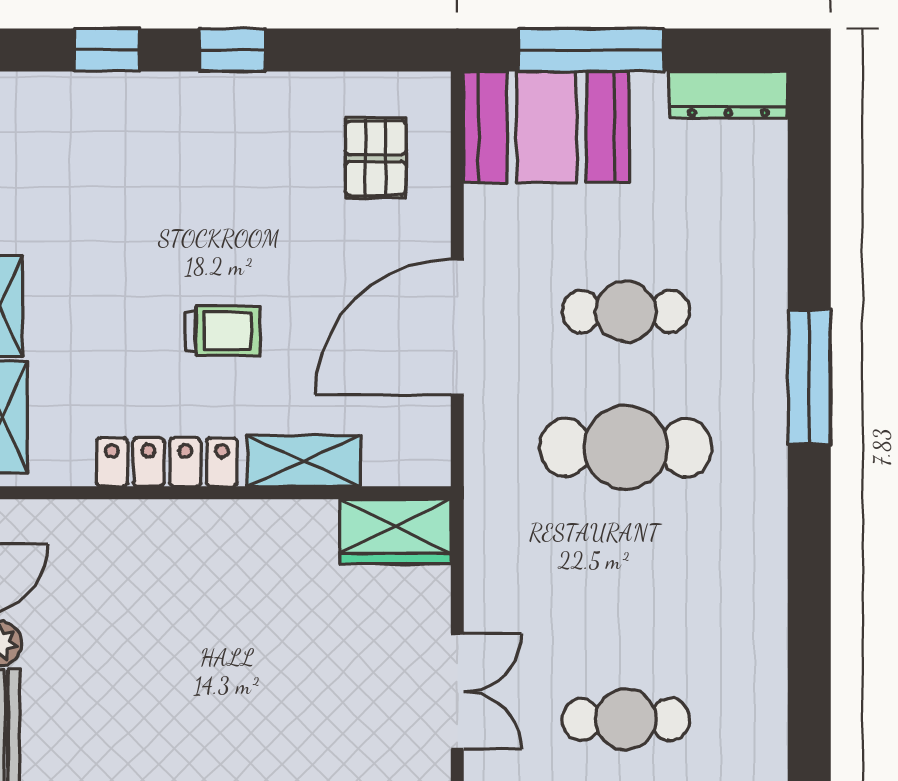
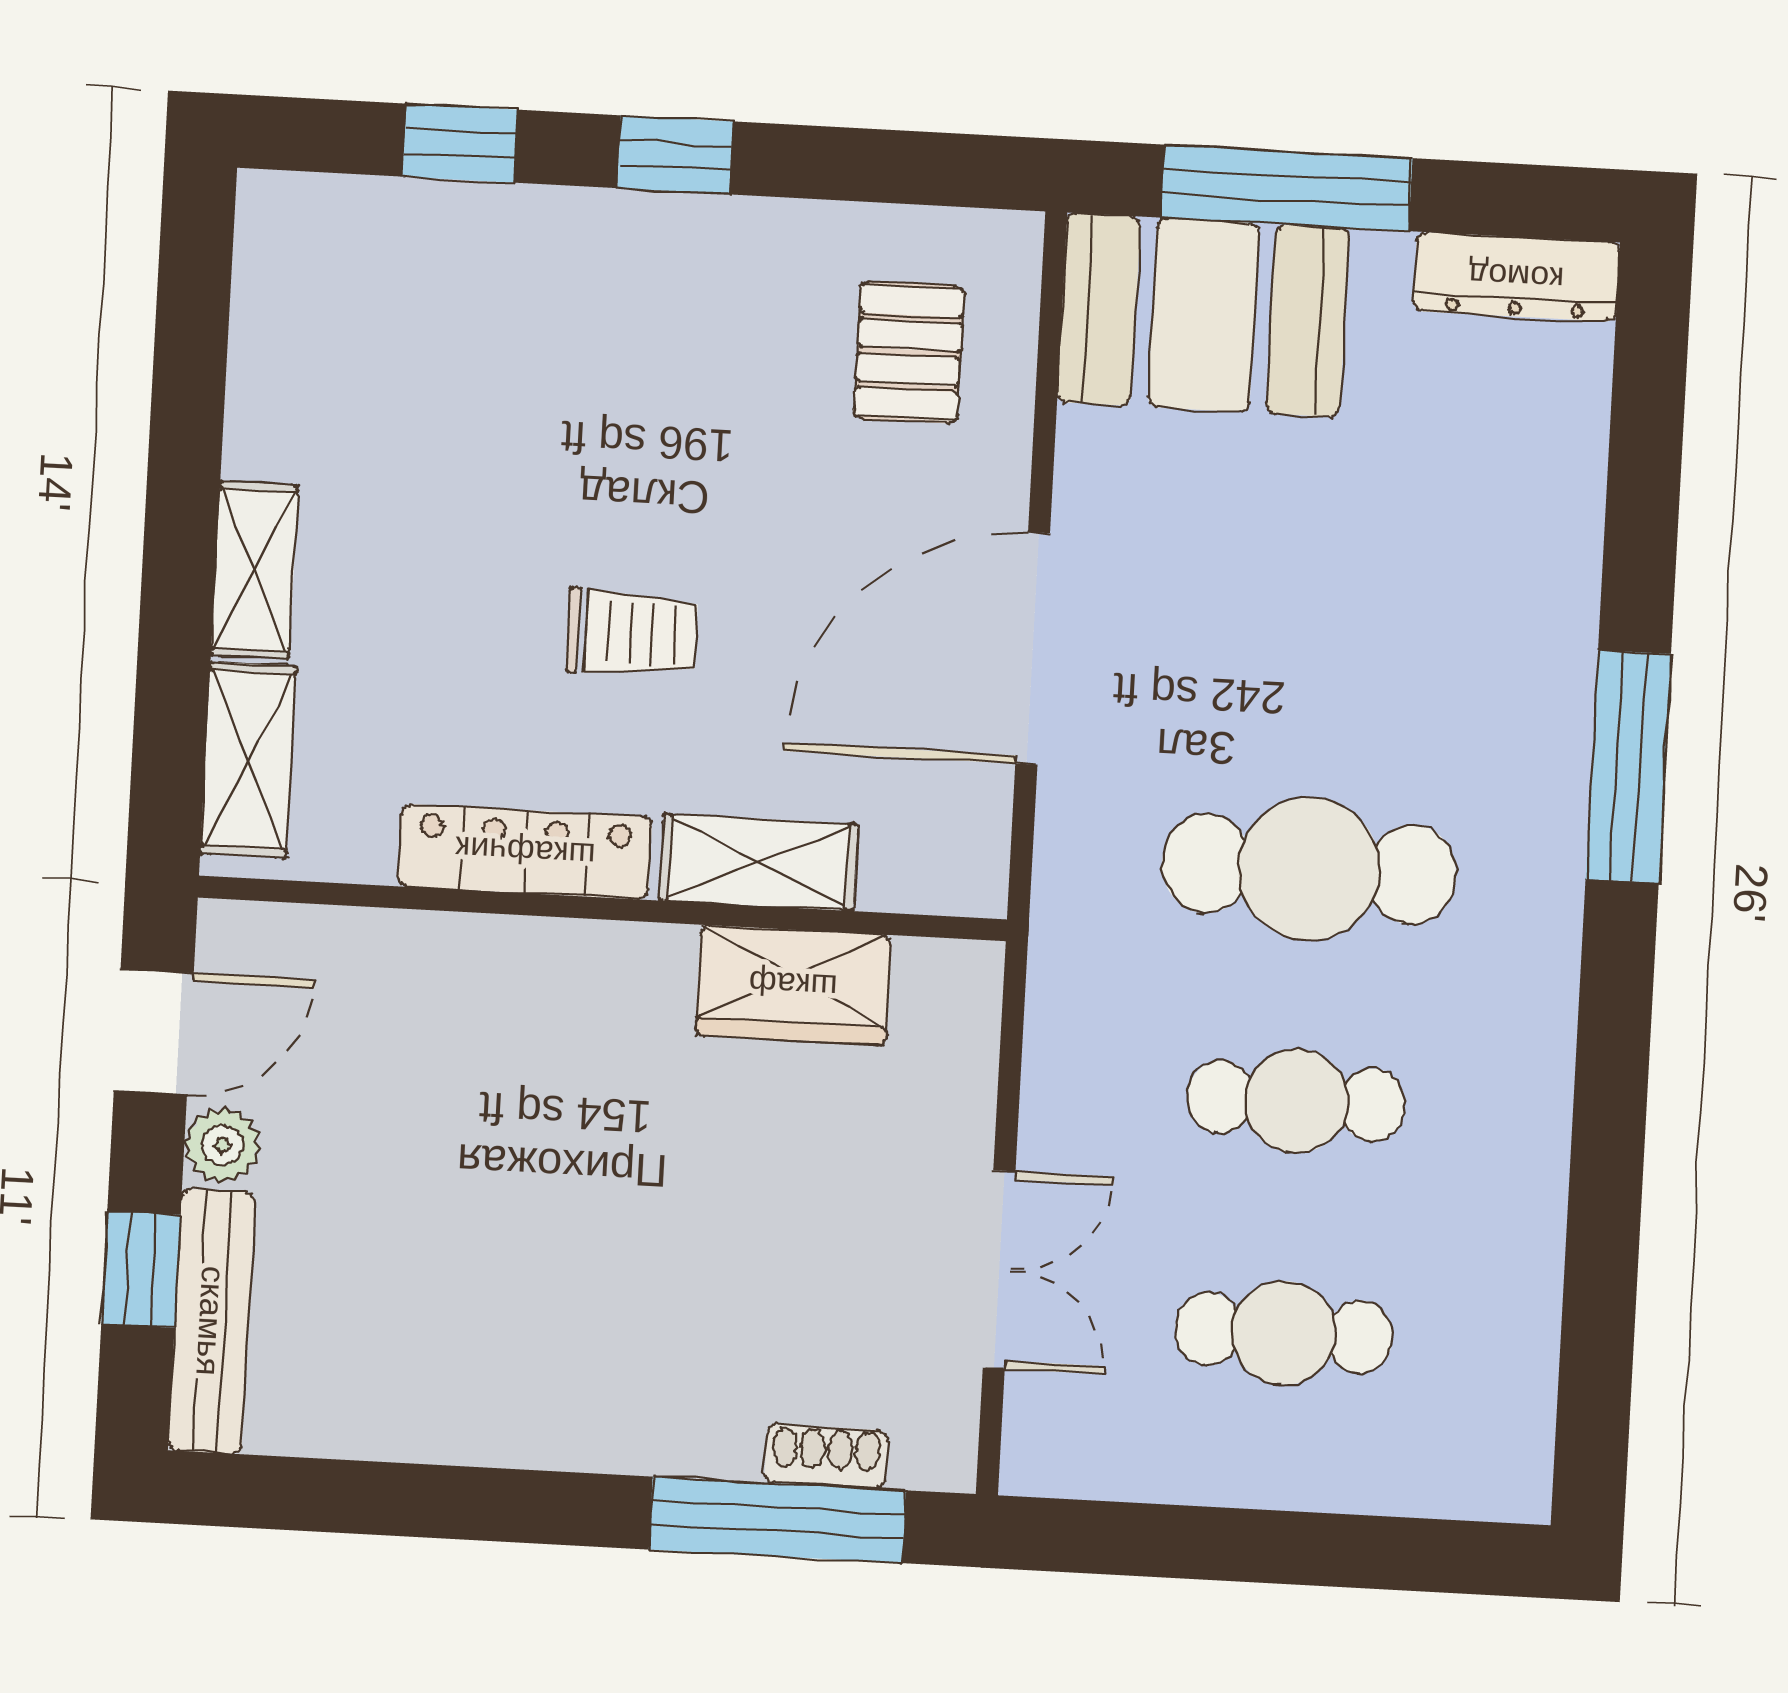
cafe table: (626, 311) -> (1296, 1101), moved
wardrobe: (395, 531) -> (793, 985), moved

